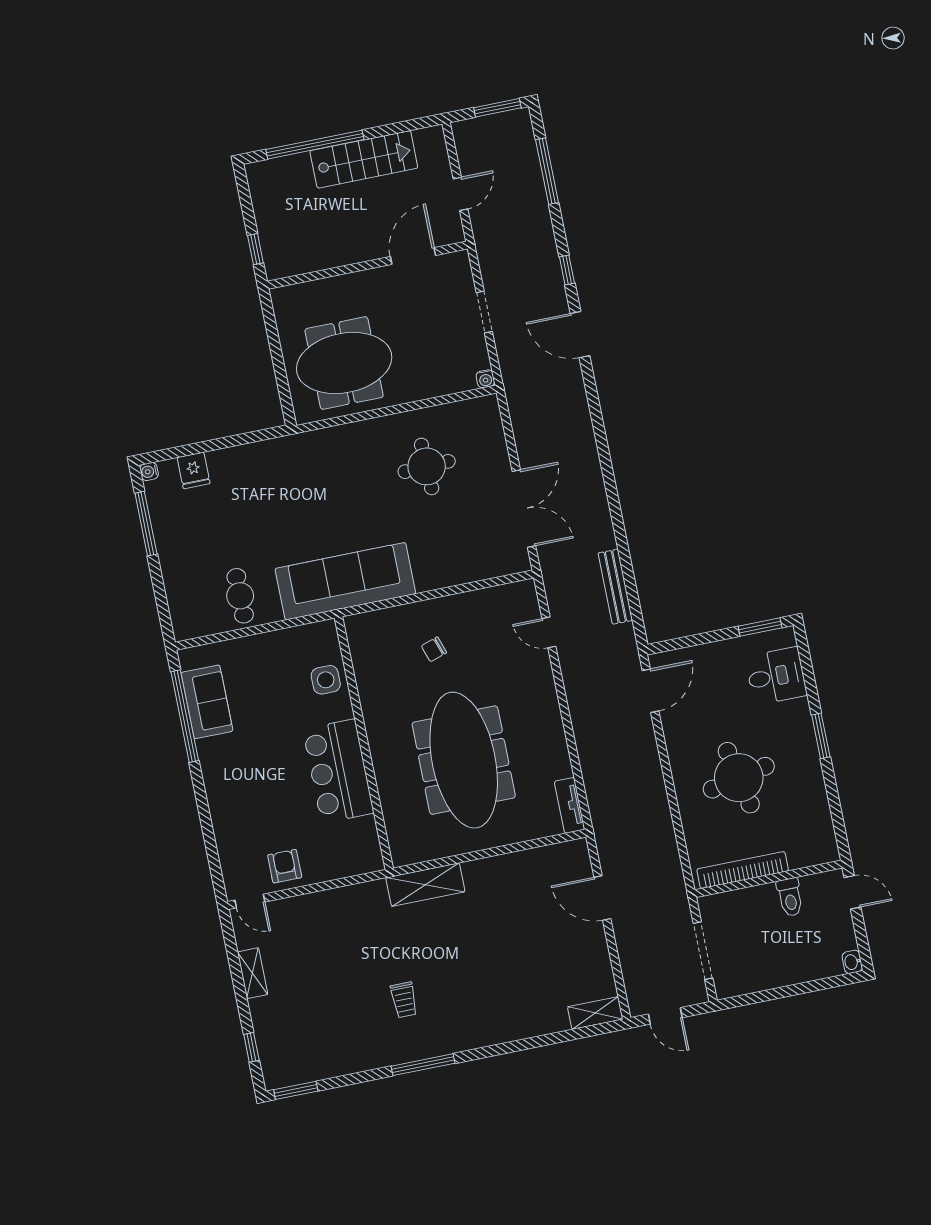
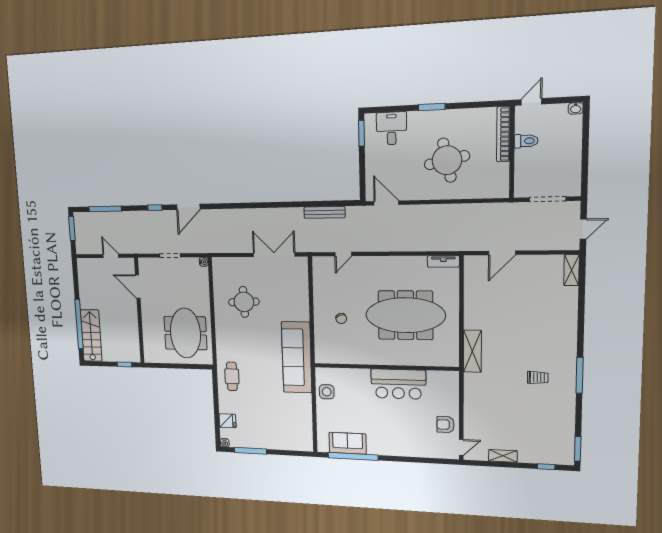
stairs: (364, 159) -> (91, 336), moved
cafe table: (240, 596) -> (232, 376), moved, turned 90
side table: (326, 680) -> (327, 392), moved
bookcase: (743, 870) -> (503, 134), moved

